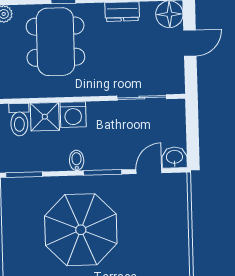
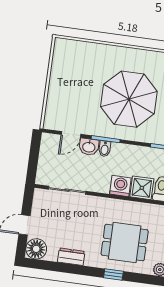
dining table: (55, 42) -> (125, 242), width x0.73
washbasin: (174, 157) -> (89, 147), moved
bidet: (77, 160) -> (105, 149), moved

